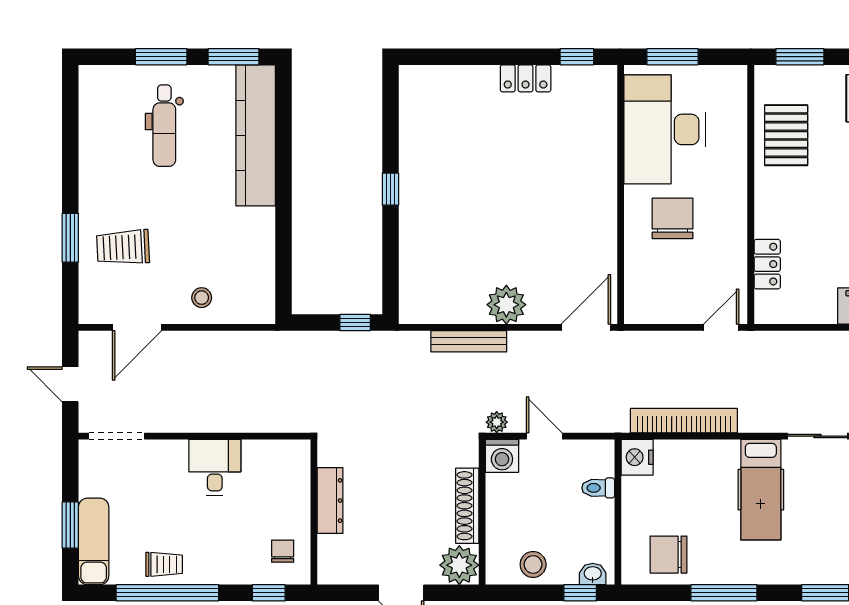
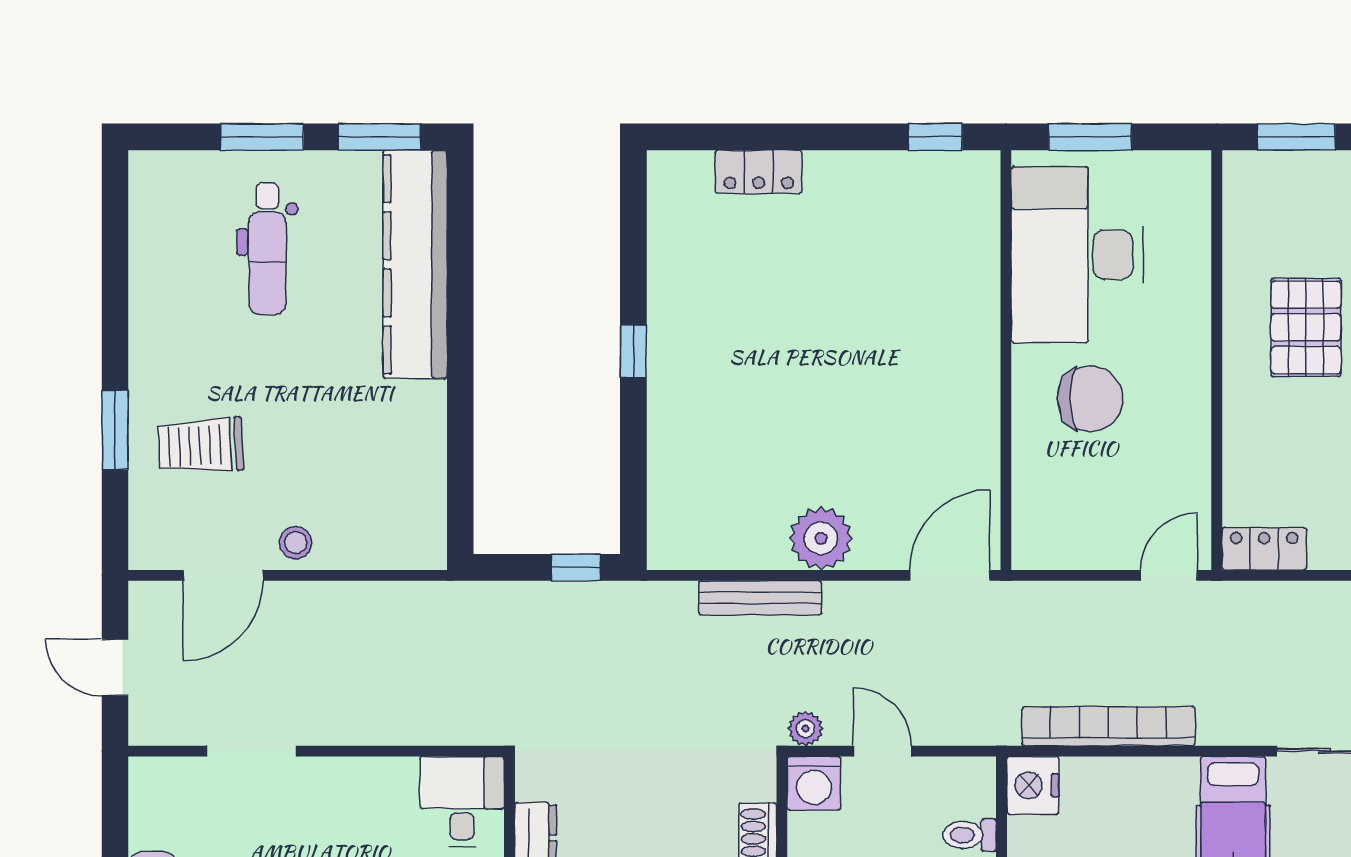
locker: (526, 78) -> (759, 172), moved
pallet: (786, 135) -> (1306, 327), moved
chair: (673, 218) -> (1090, 399), turned 90
locker: (767, 264) -> (1264, 549), moved, turned -90
stool: (202, 298) -> (296, 543), moved
doorway: (117, 436) -> (251, 751), moved
desk: (215, 467) -> (462, 802), moved

